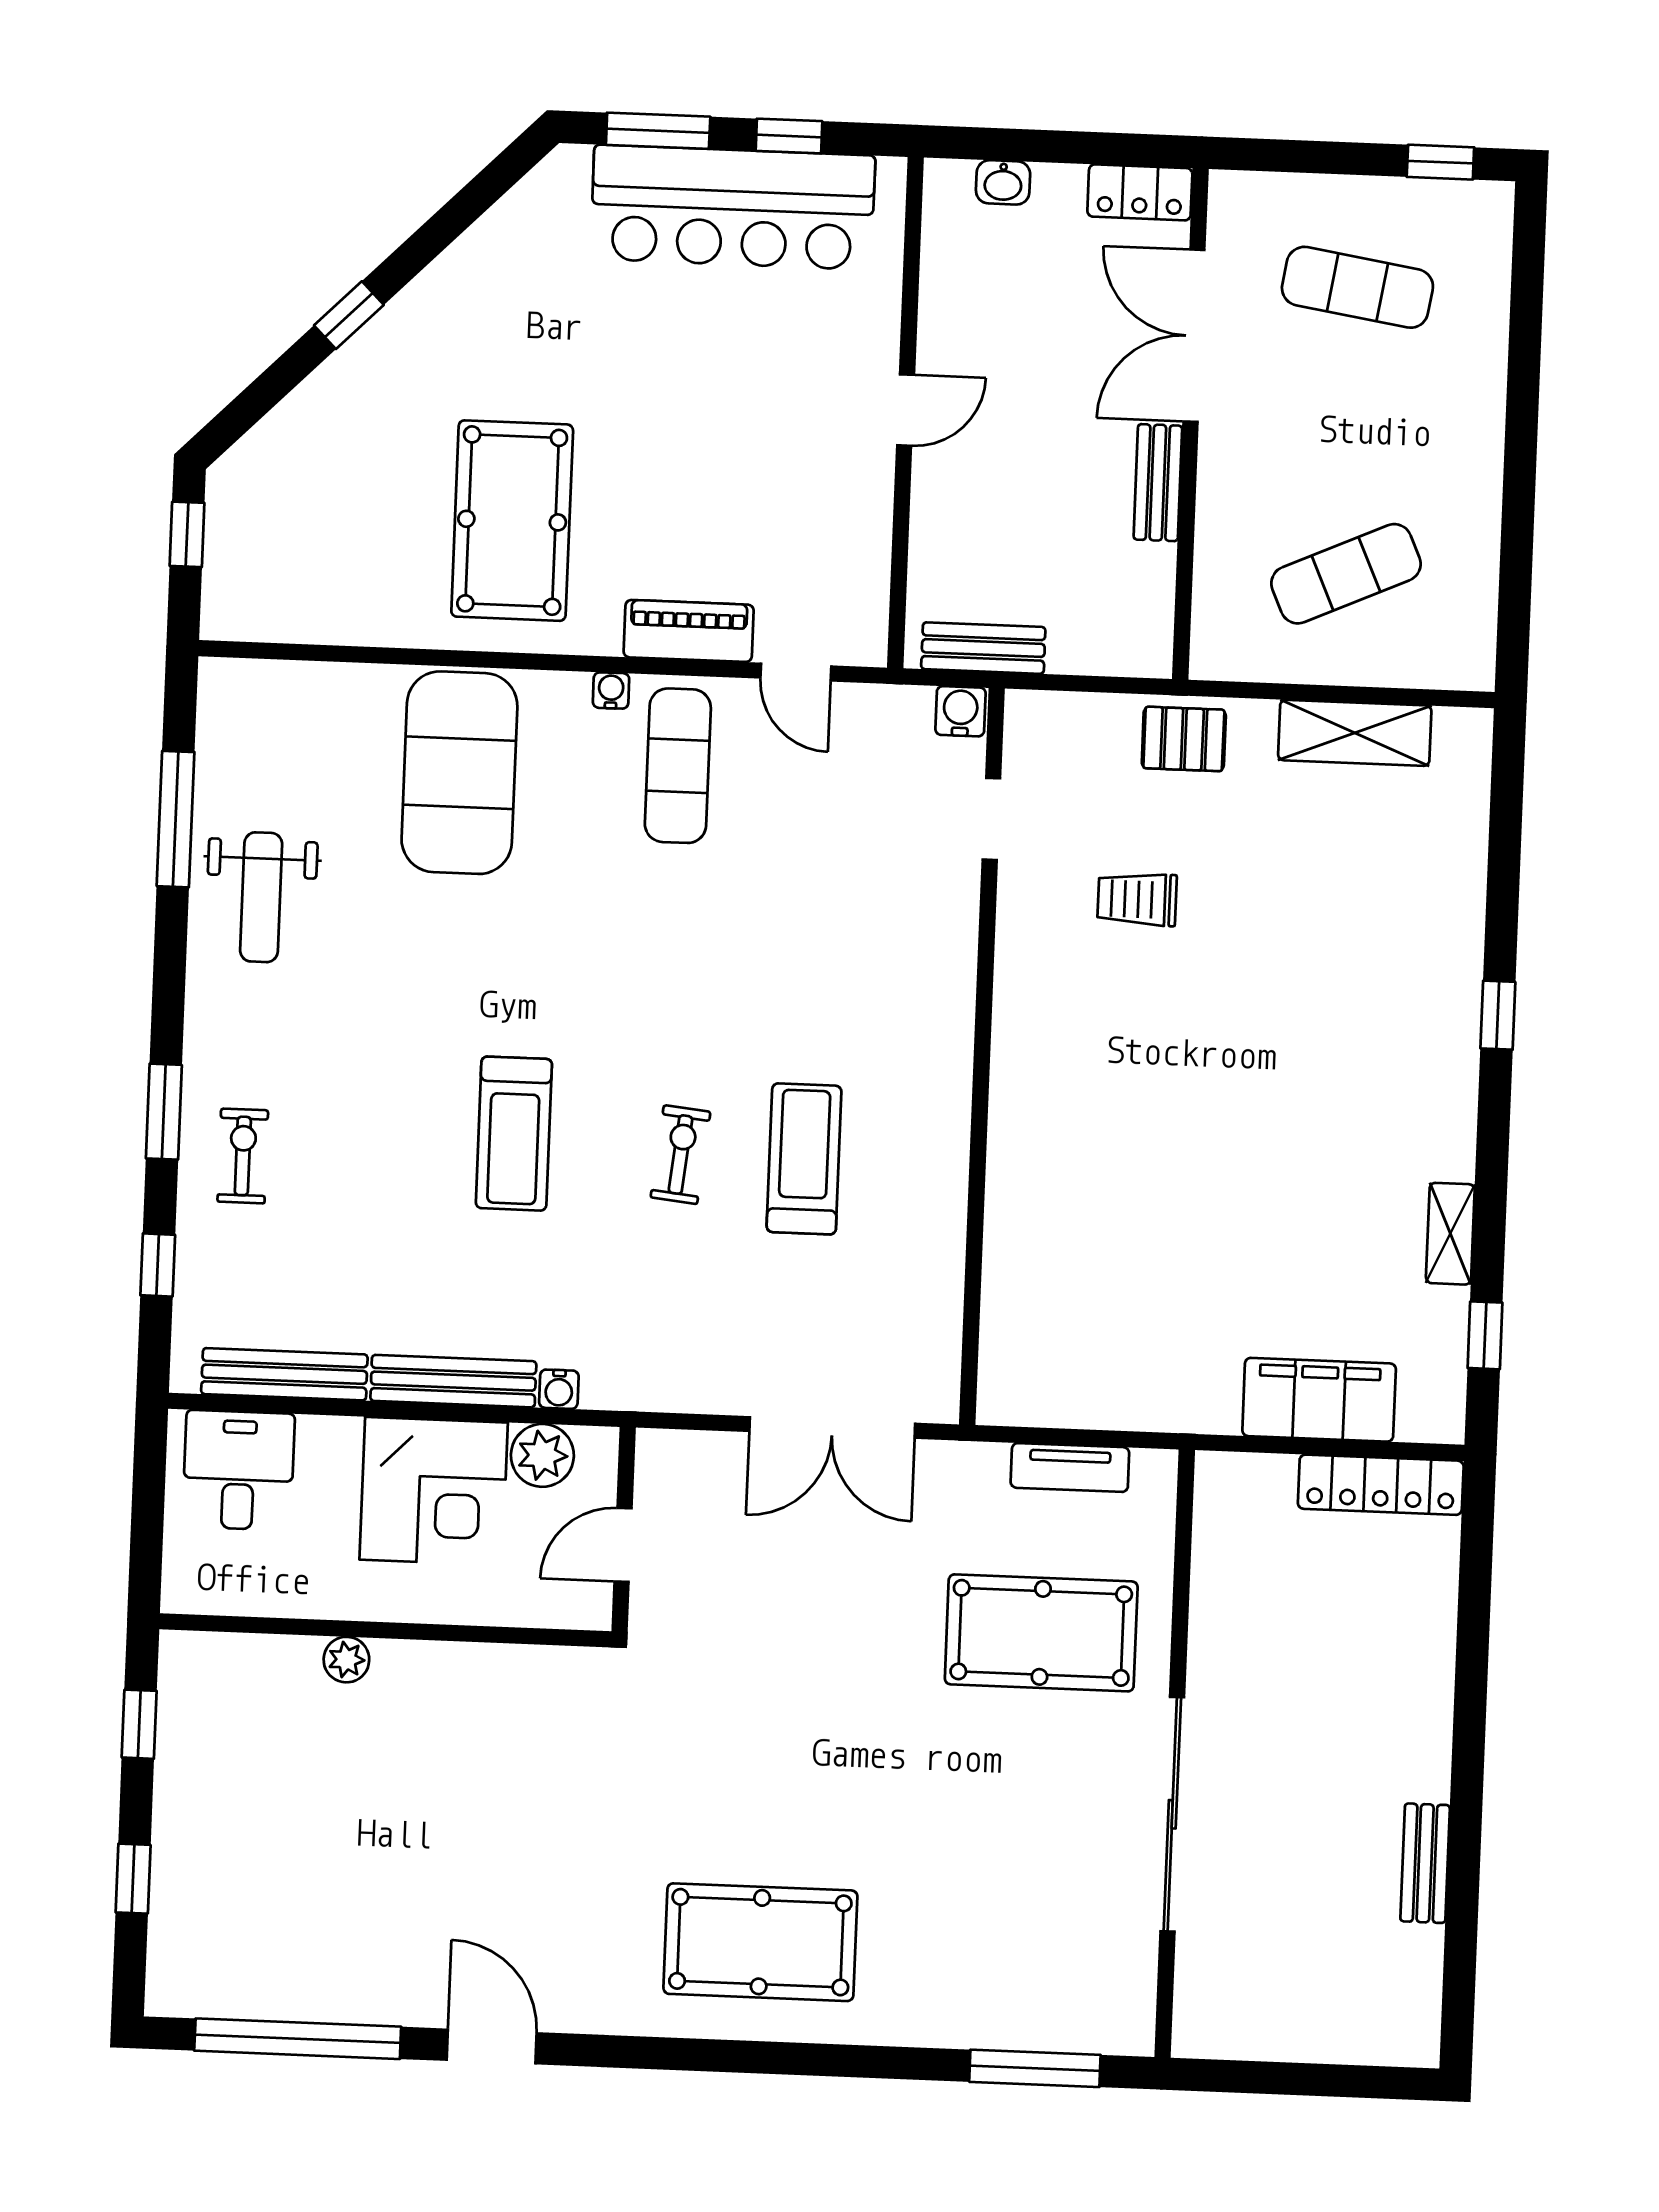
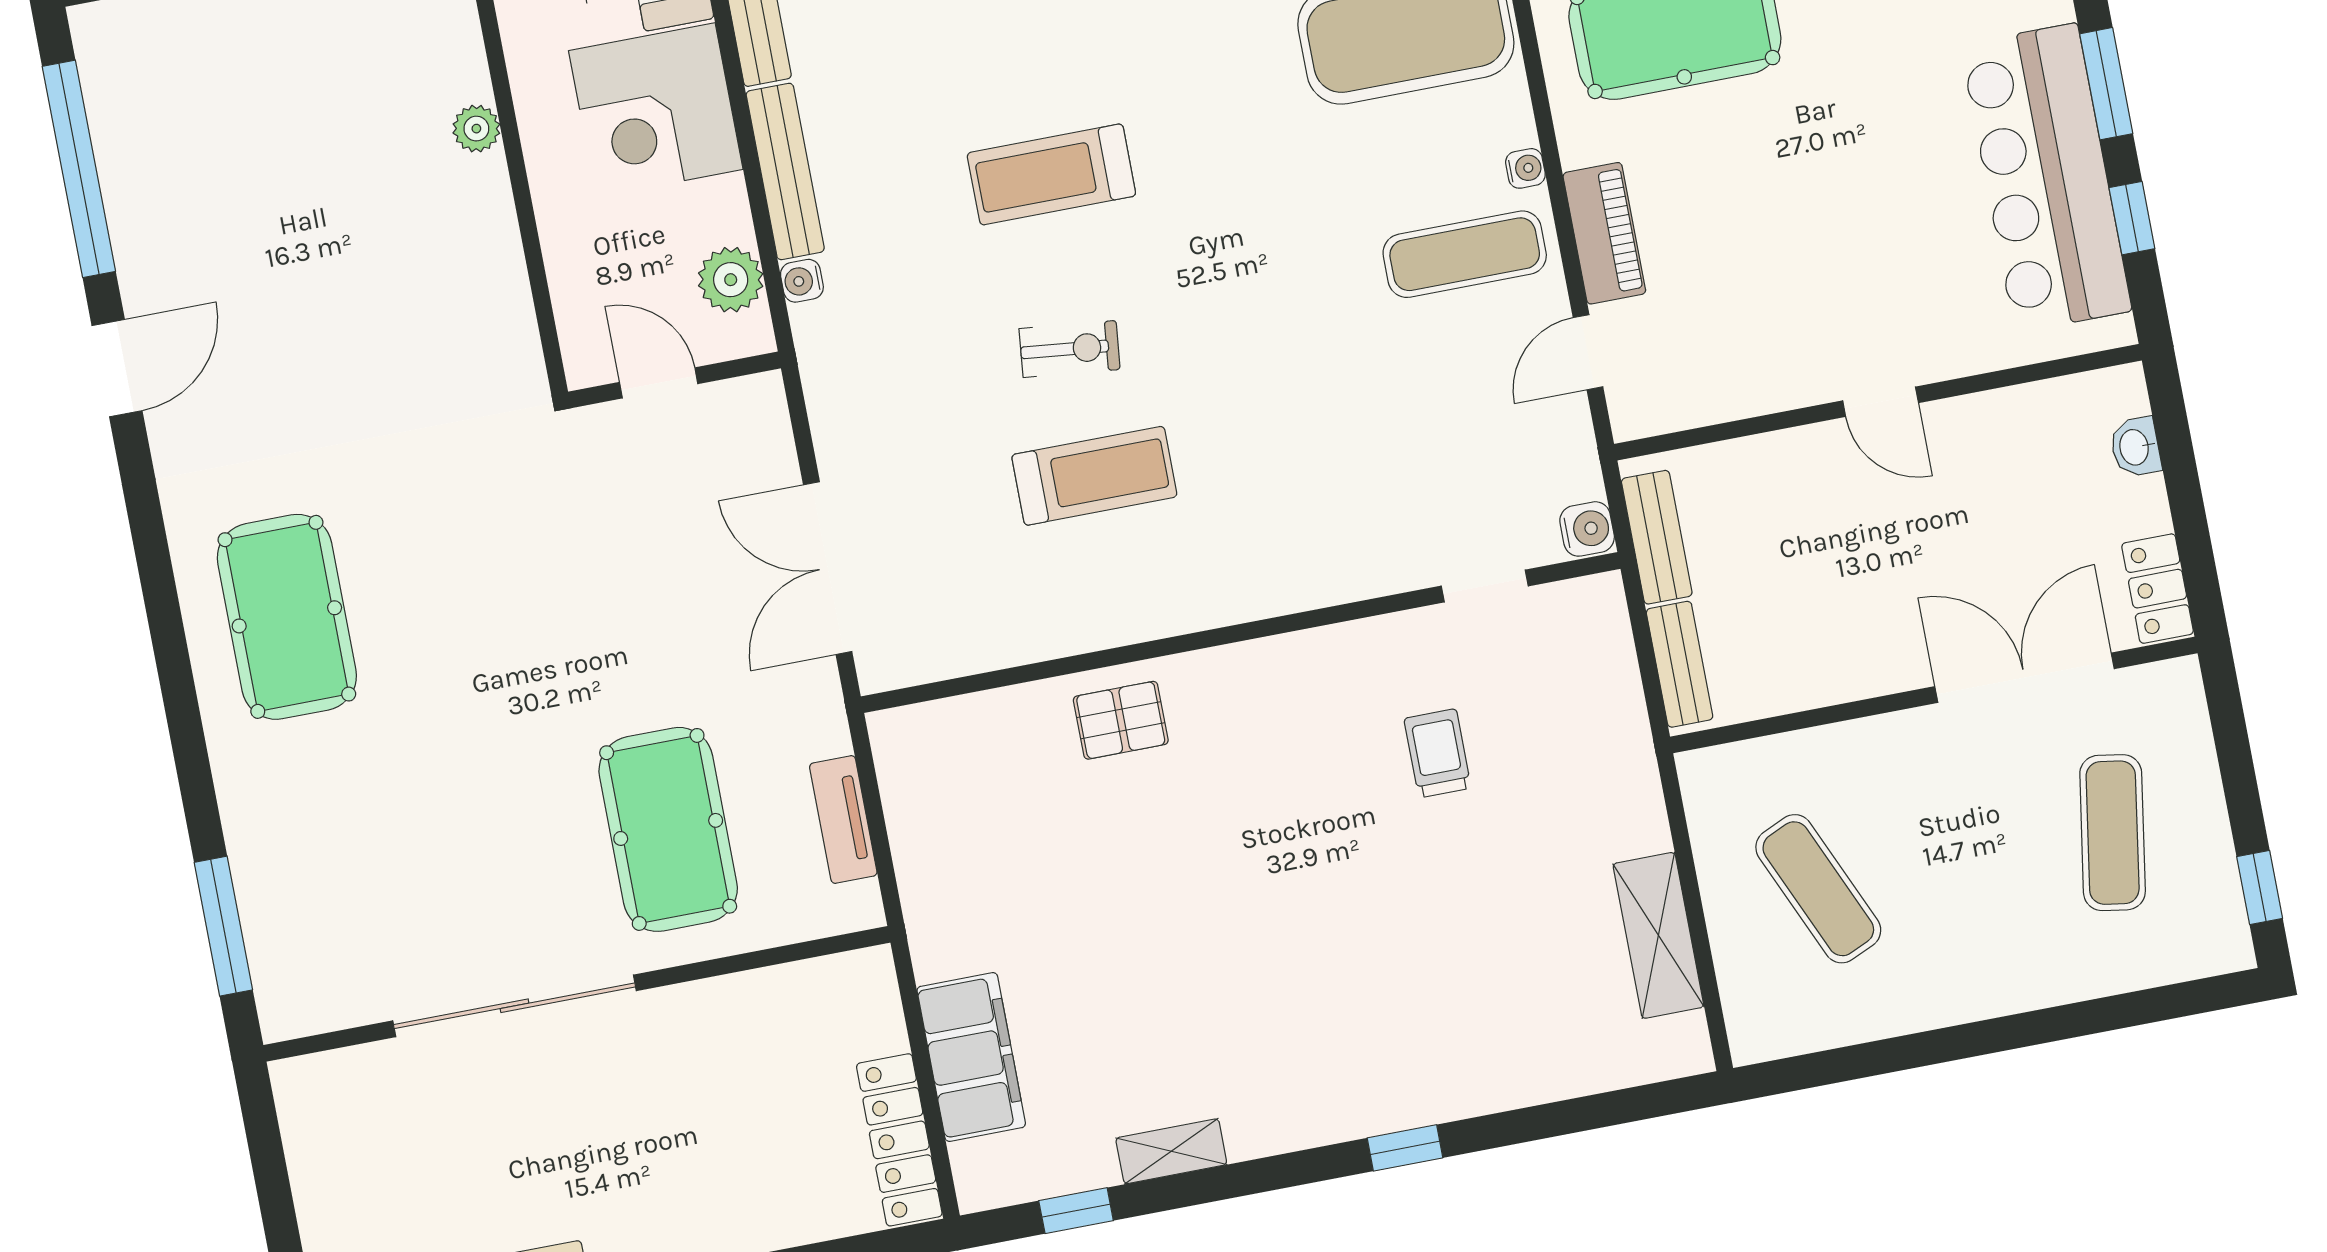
bench: (1158, 483) -> (1680, 664), moved, turned 90
pallet: (1184, 739) -> (1121, 720), moved, turned 90
corner desk: (434, 1491) -> (656, 110), moved

